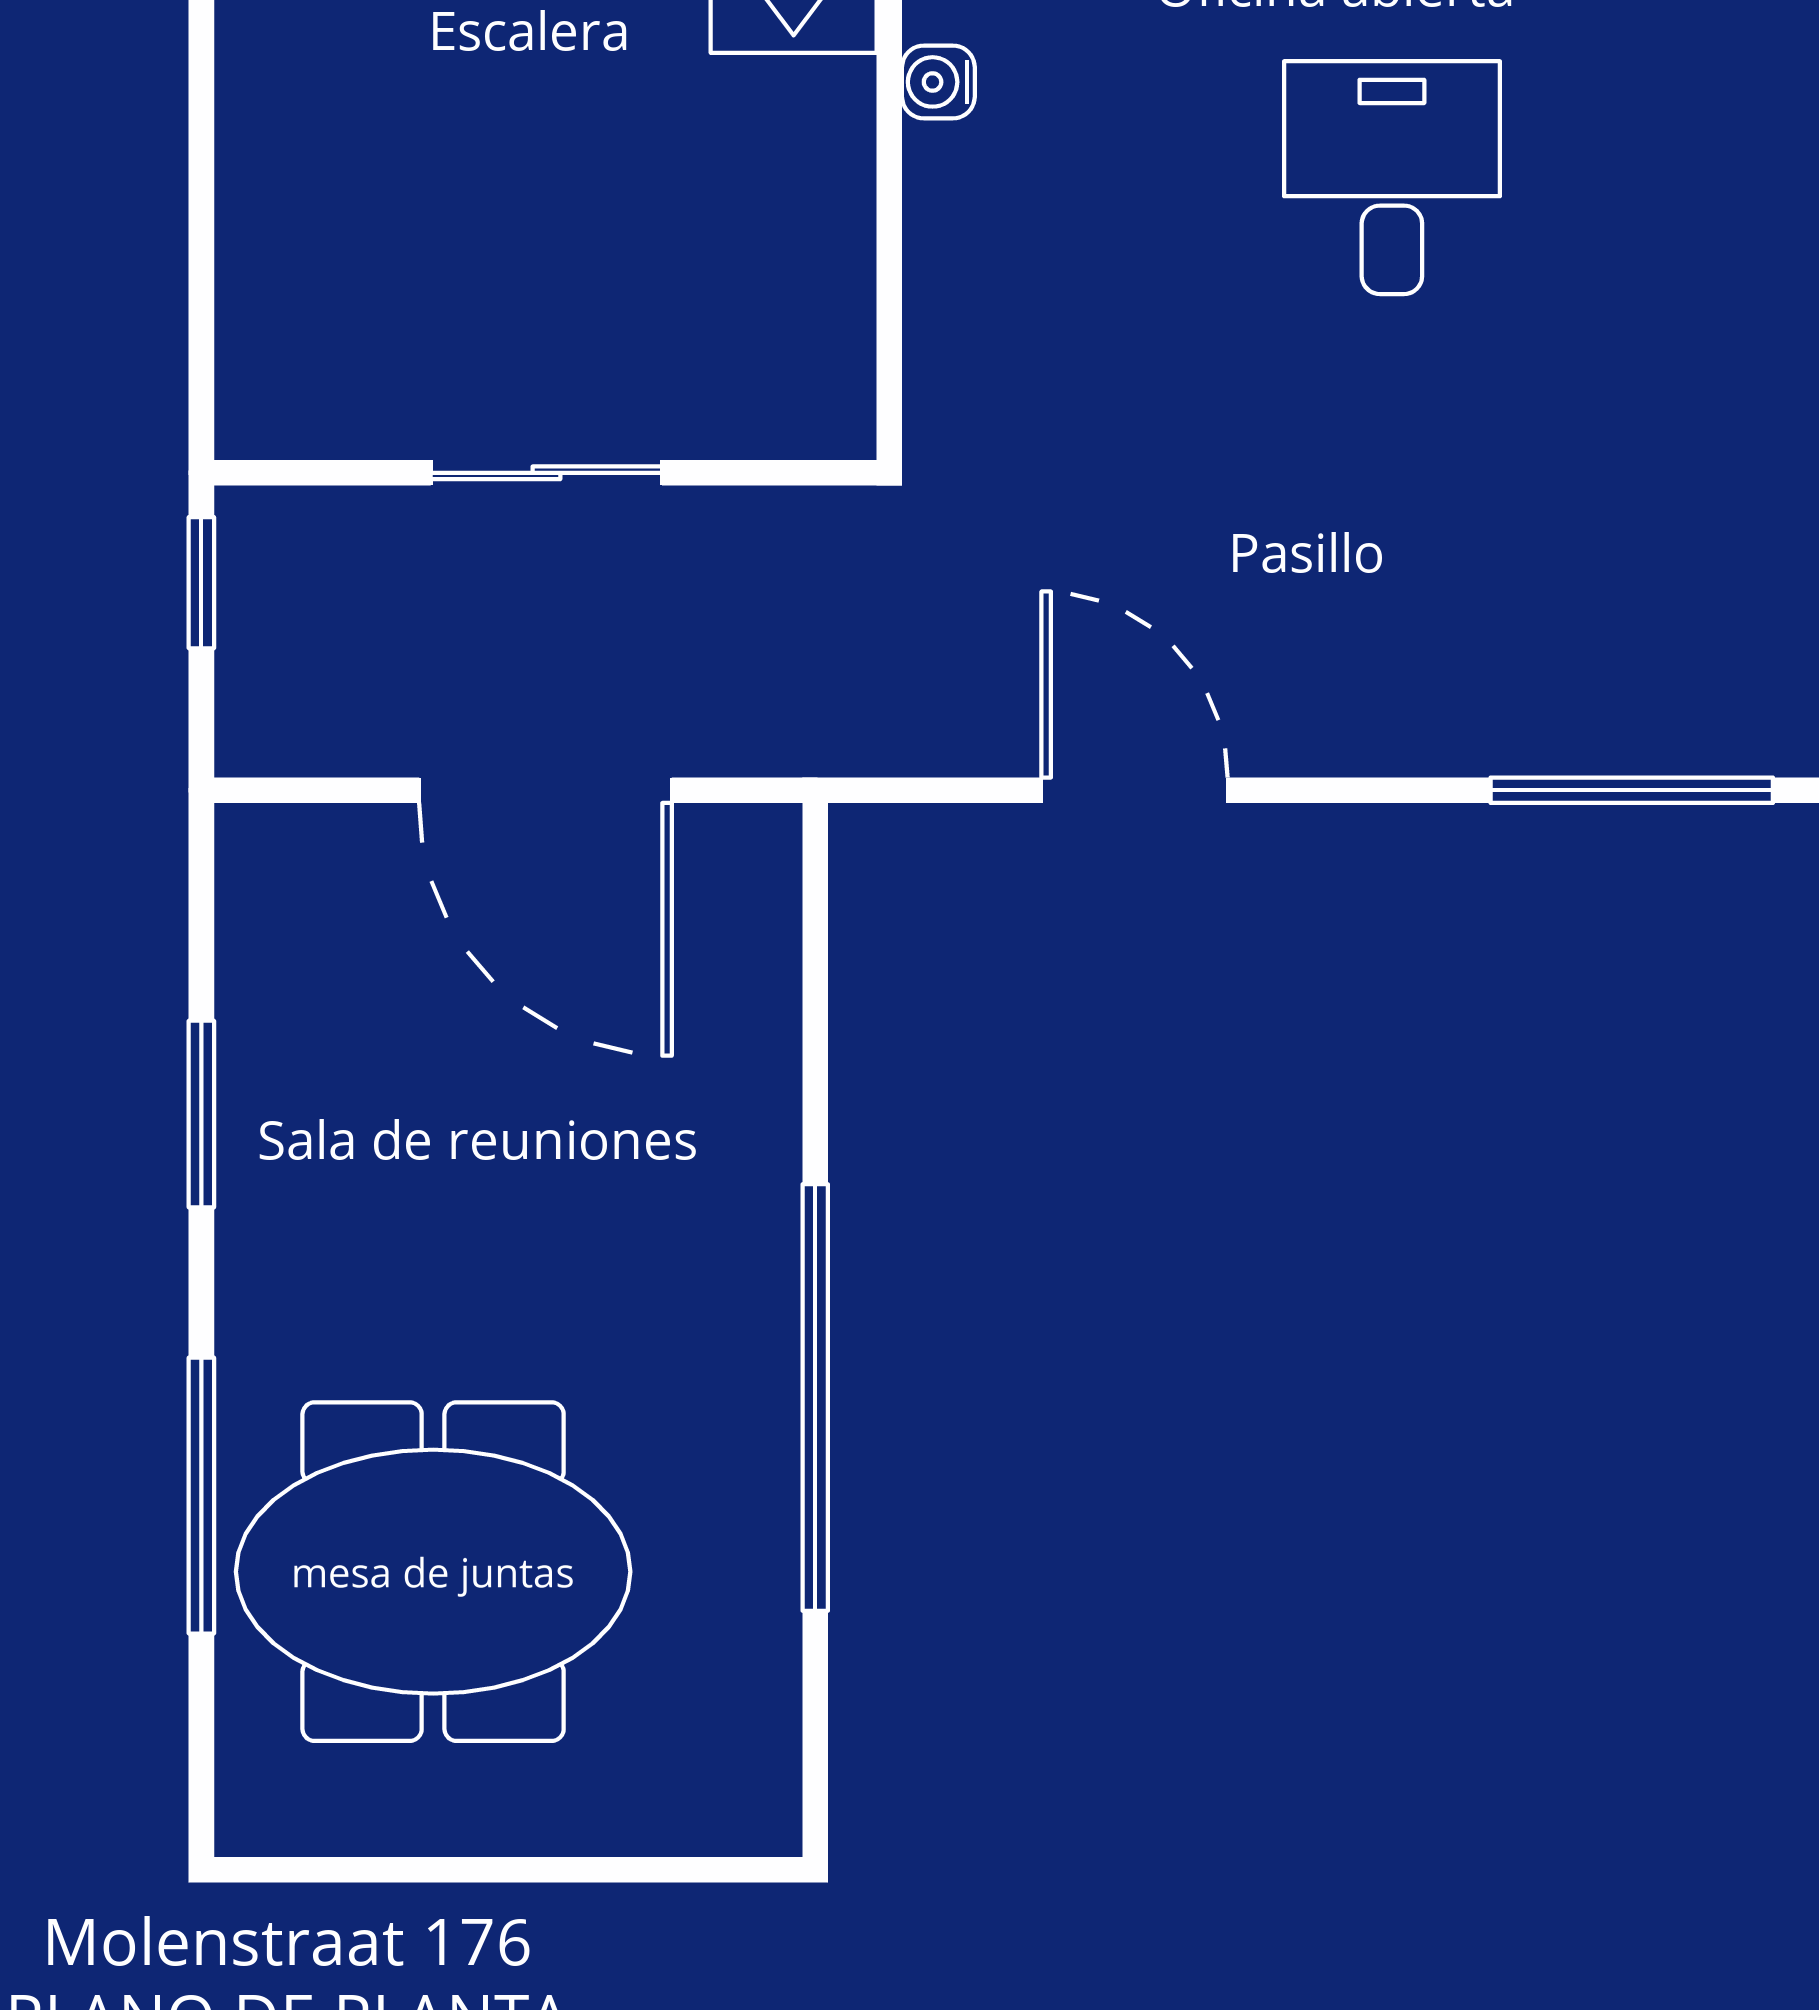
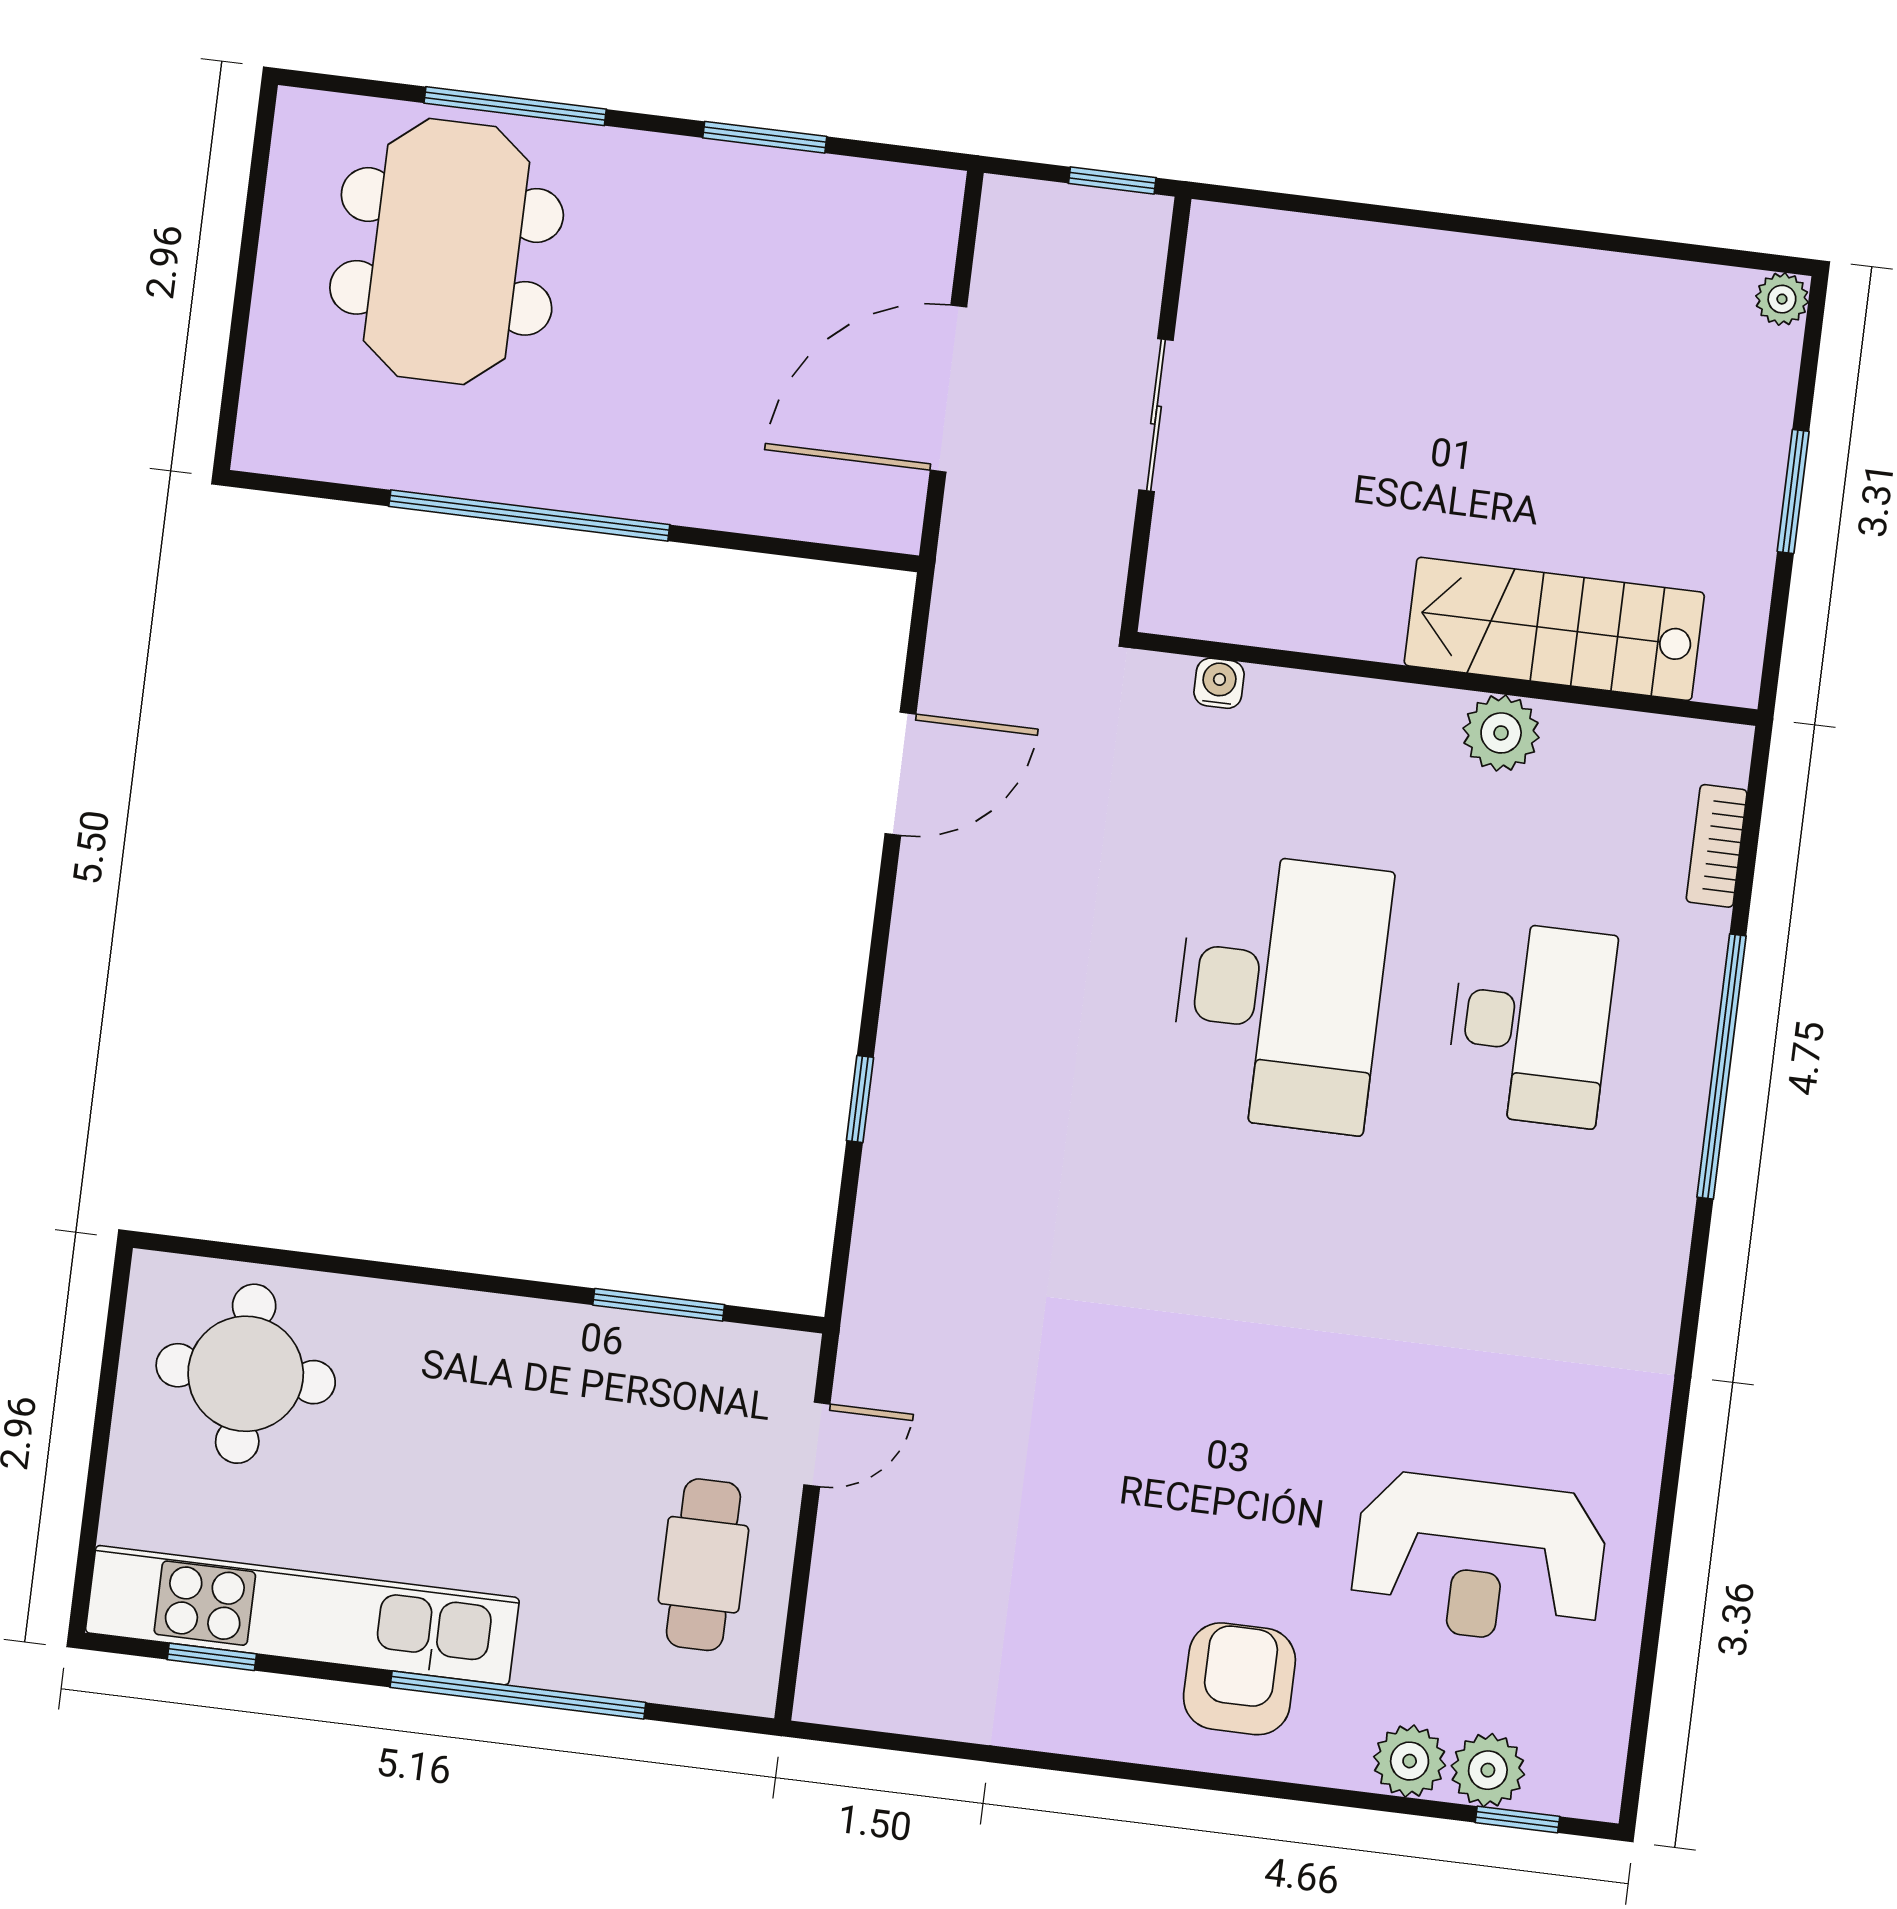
water cooler: (938, 82) -> (1219, 683), moved
desk: (1392, 178) -> (1280, 992), width x1.87, depth x1.30
window: (1632, 790) -> (860, 1099), width x0.46

